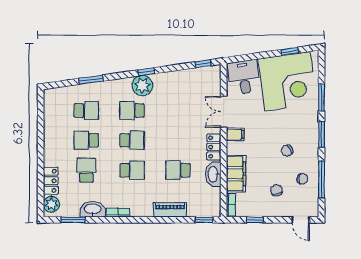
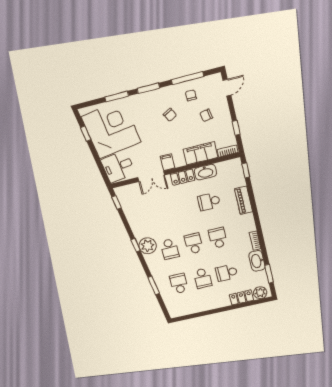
school desk: (178, 170) -> (209, 202), turned 90

